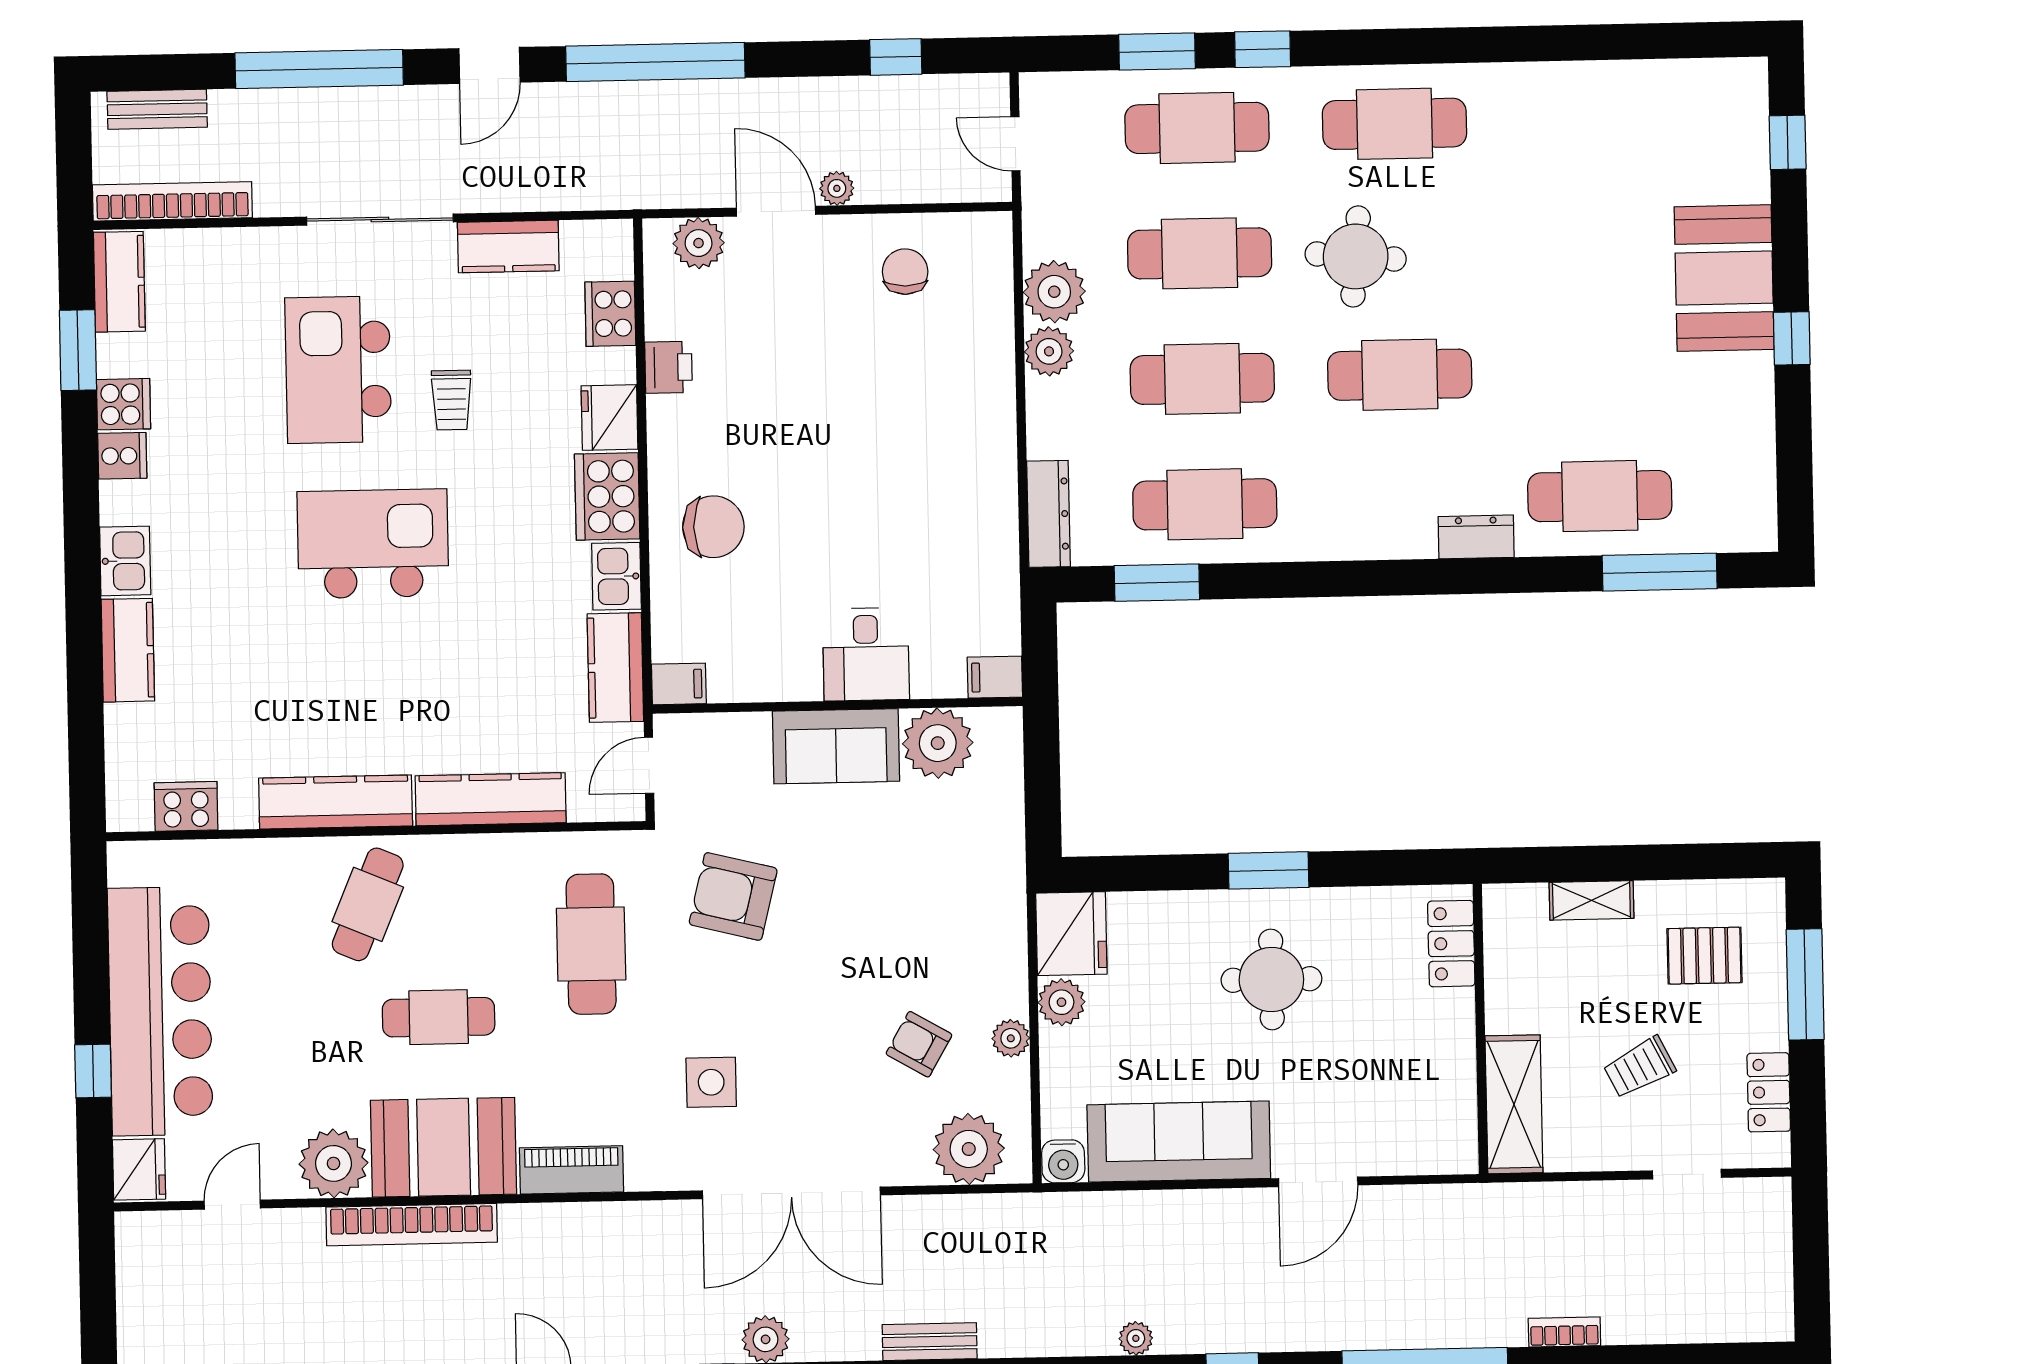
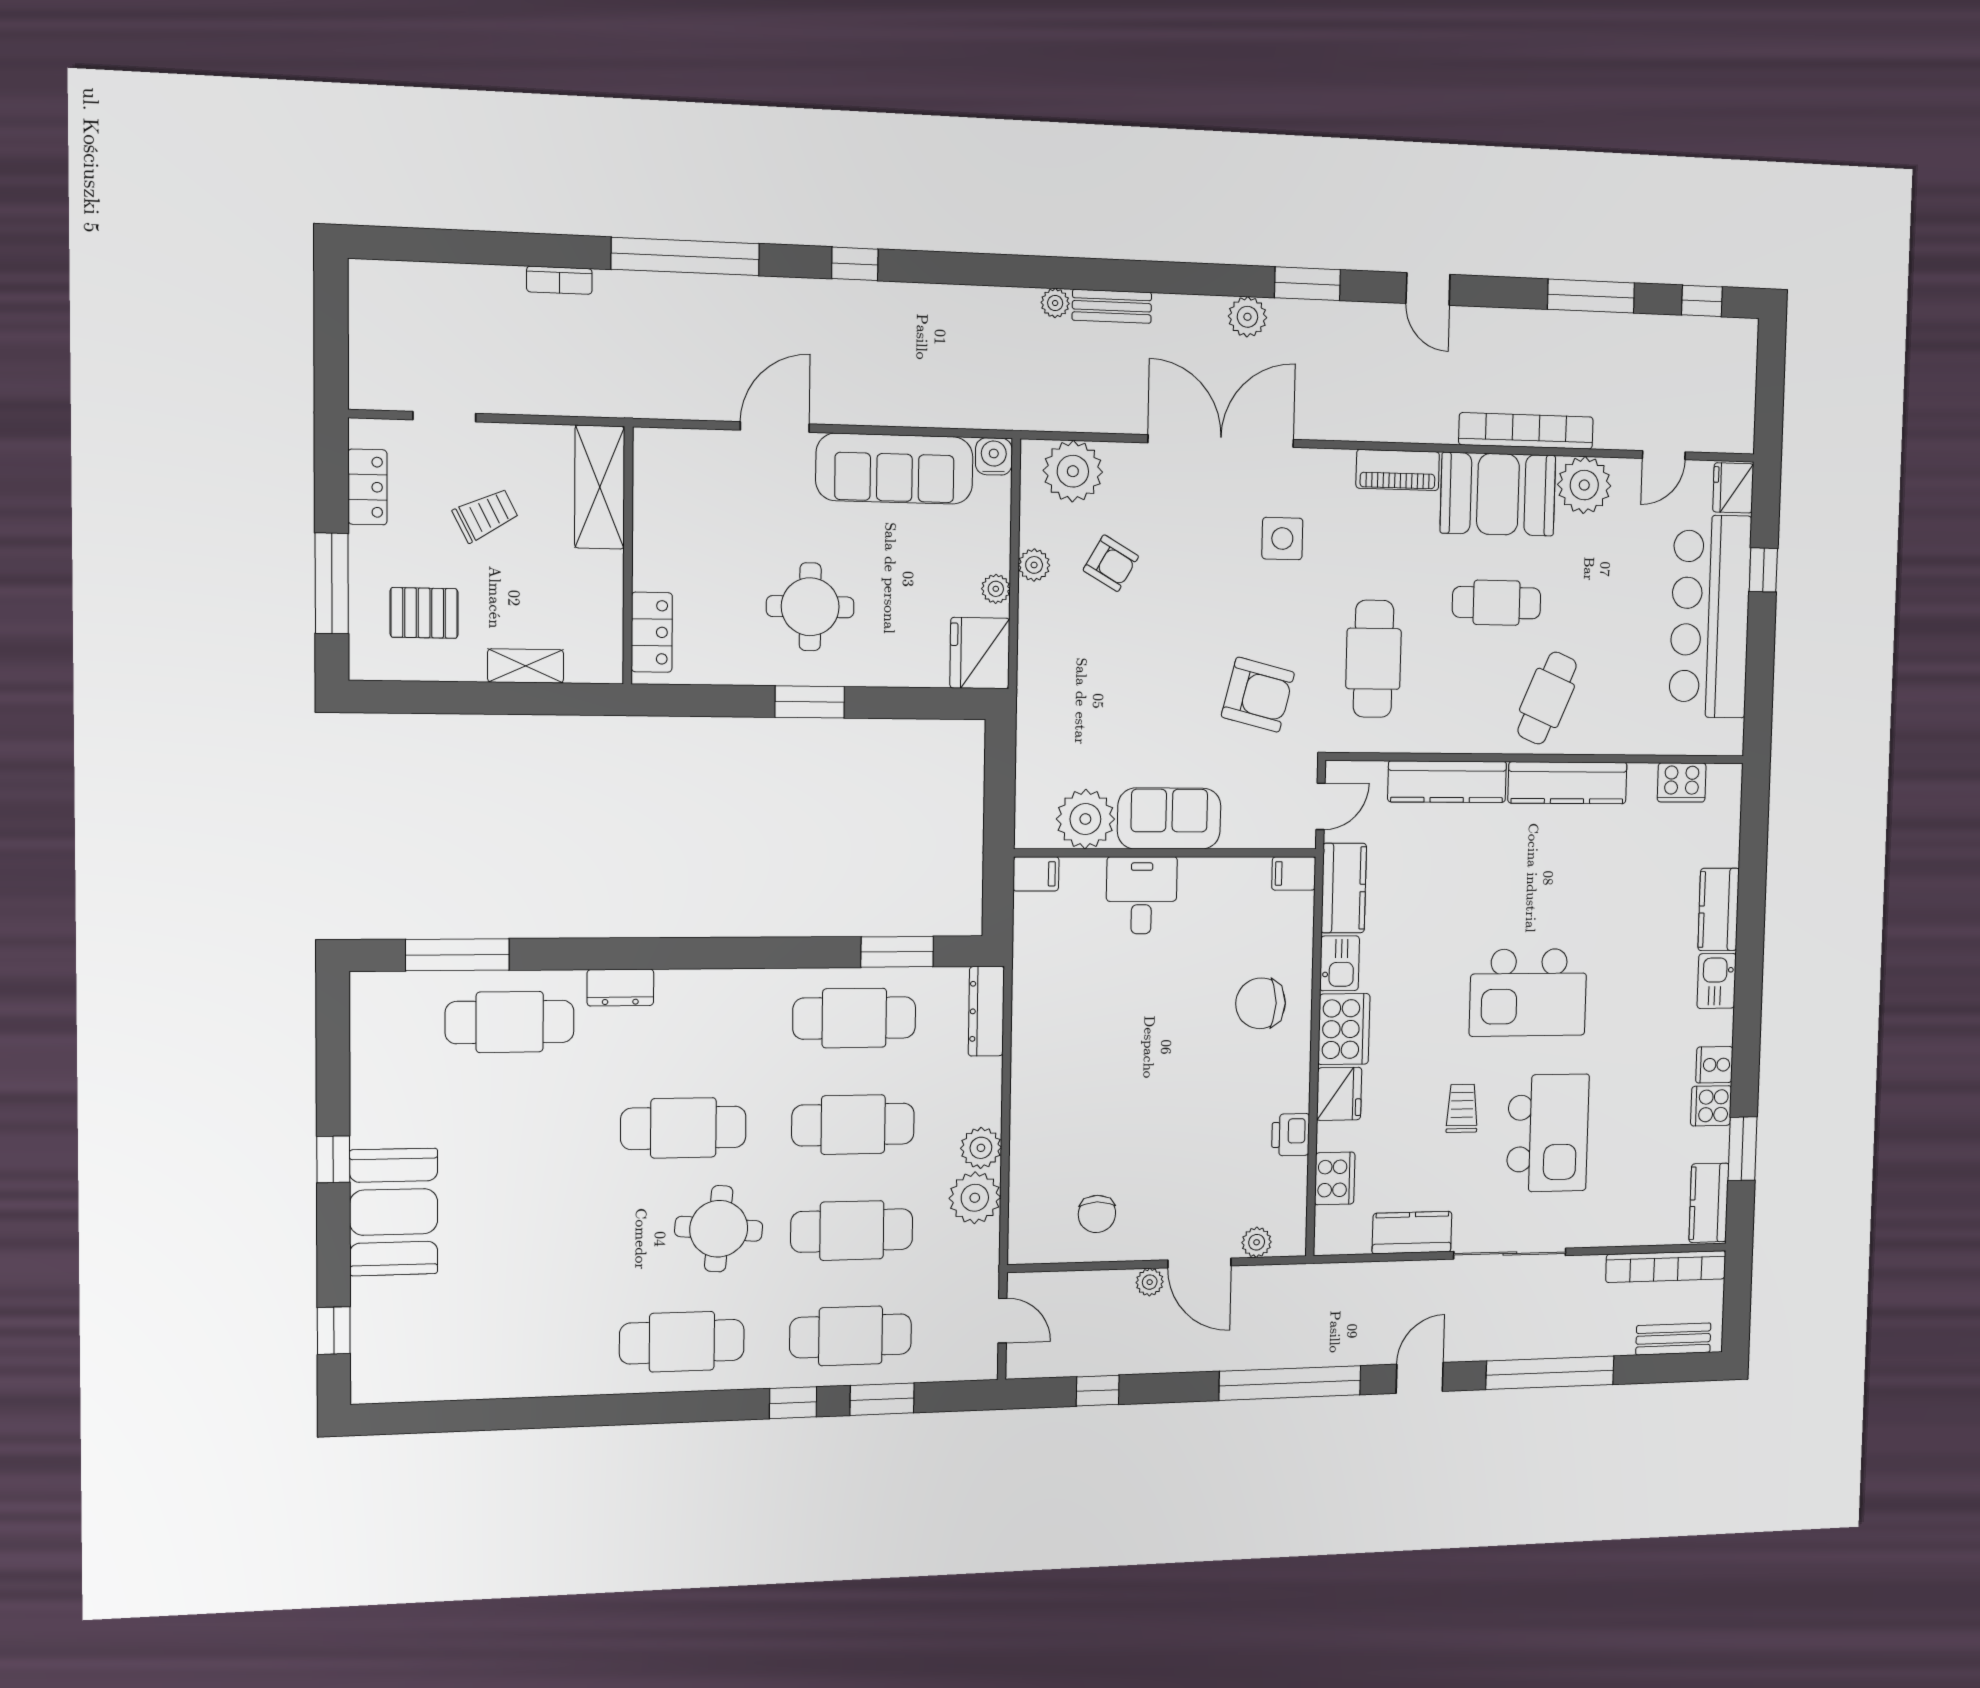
plant: (699, 243) -> (1257, 1242), width x0.73, depth x0.73
plant: (1061, 1002) -> (996, 589), width x0.73, depth x0.73
plant: (1136, 1338) -> (1055, 303), moved

